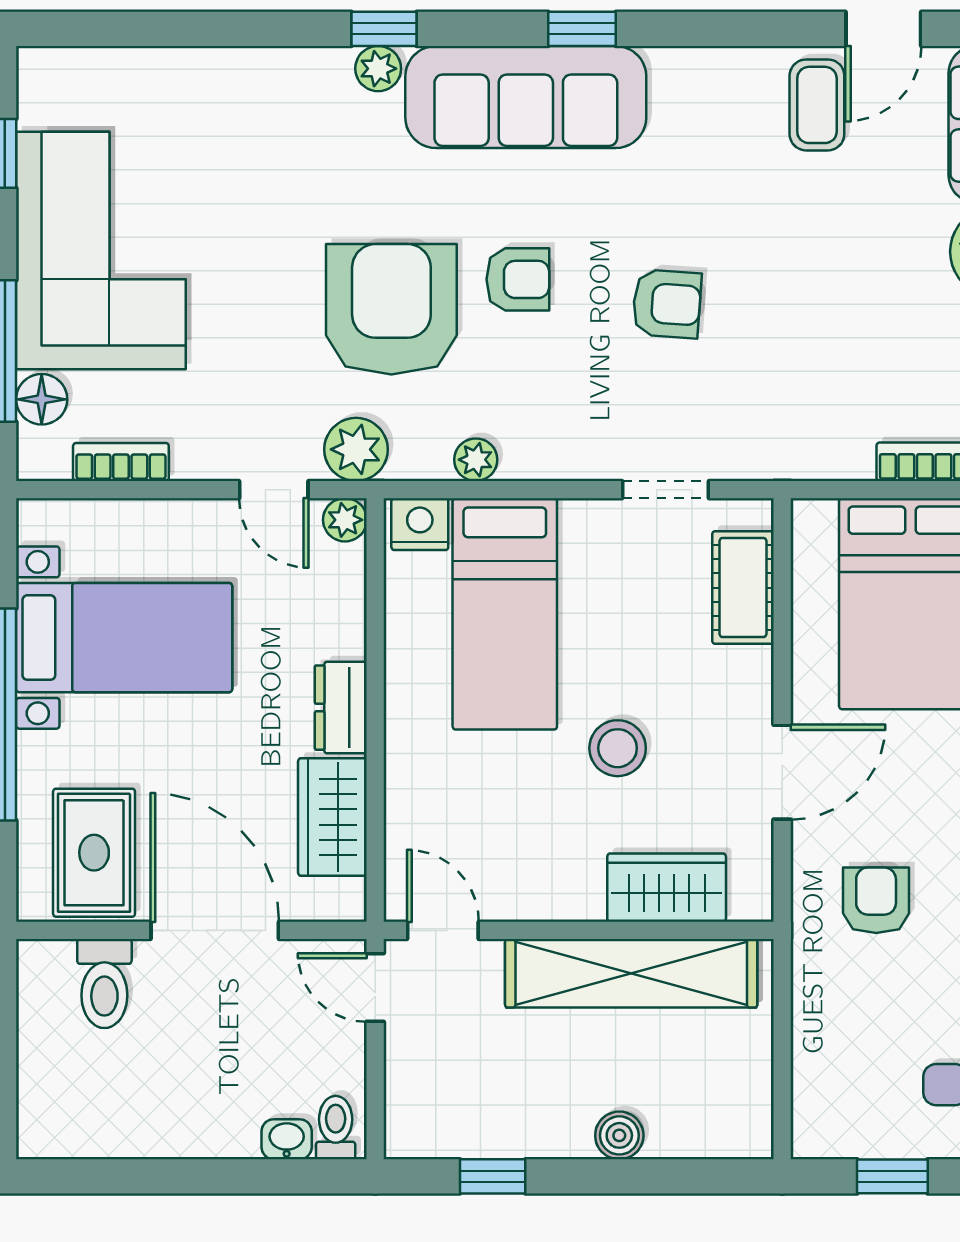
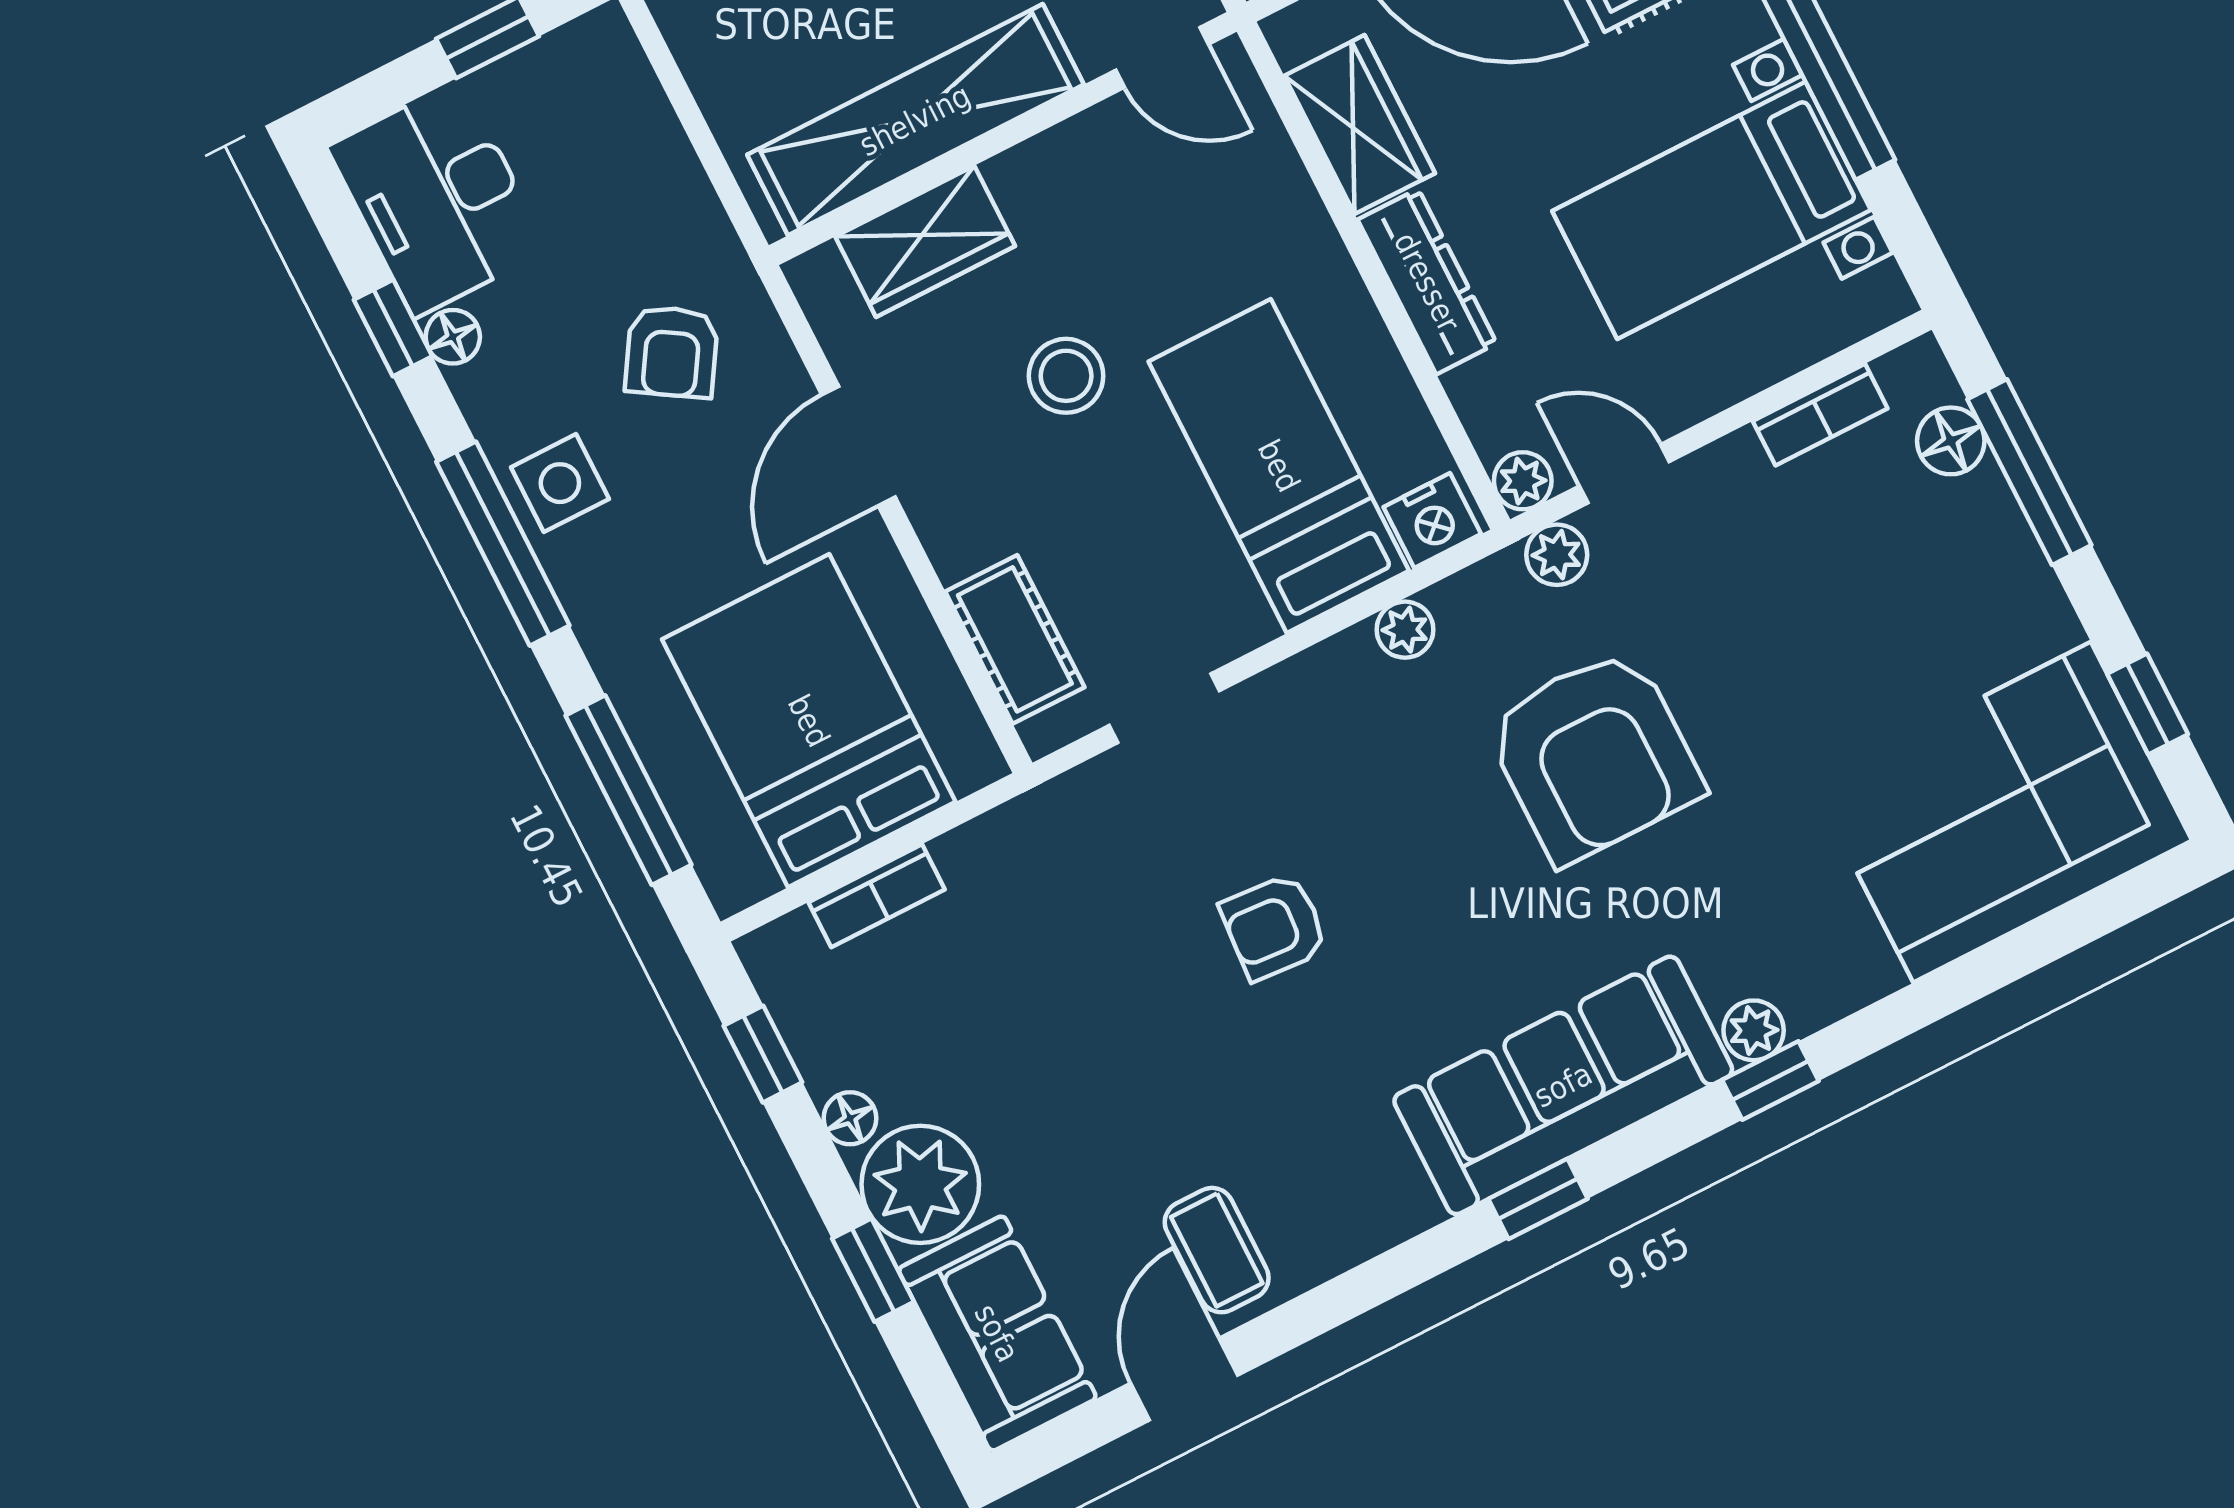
corner sofa: (101, 251) -> (2002, 812), moved, turned 90
armchair: (518, 279) -> (1464, 866), removed
plant: (356, 449) -> (1557, 555), width x0.73, depth x0.73
dresser: (341, 708) -> (1427, 282), width x1.44
armchair: (876, 900) -> (672, 352), turned 32

